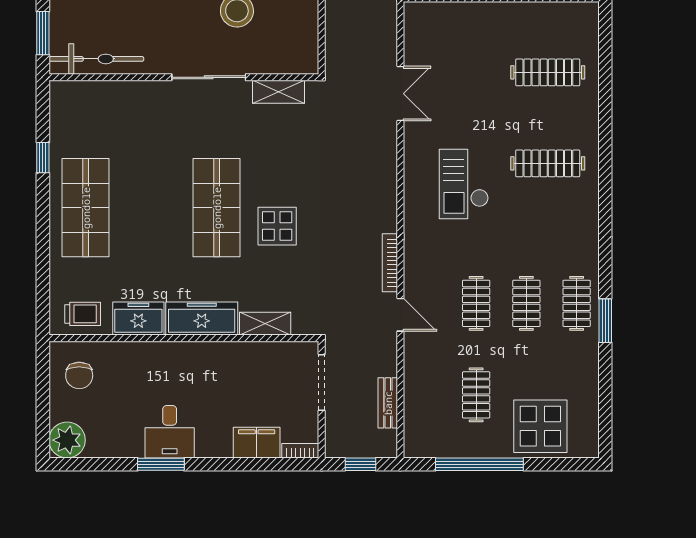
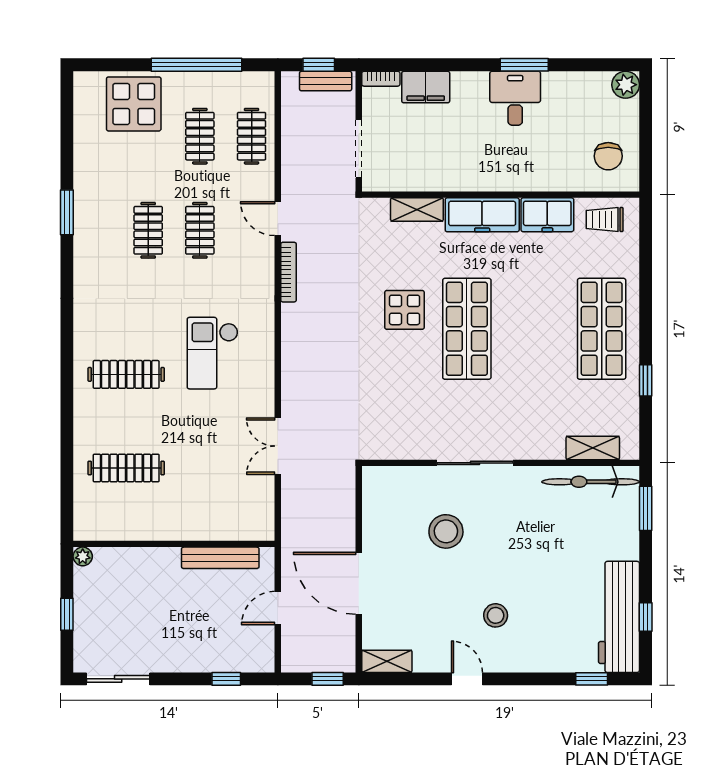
shelving: (278, 92) -> (593, 448), moved
checkout: (464, 184) -> (213, 353), turned 180
clothes rail: (577, 303) -> (252, 136), moved
chair: (79, 375) -> (608, 156), turned 180
bench: (388, 403) -> (326, 81), moved, turned 90
plant: (67, 440) -> (626, 85), width x0.73, depth x0.73

